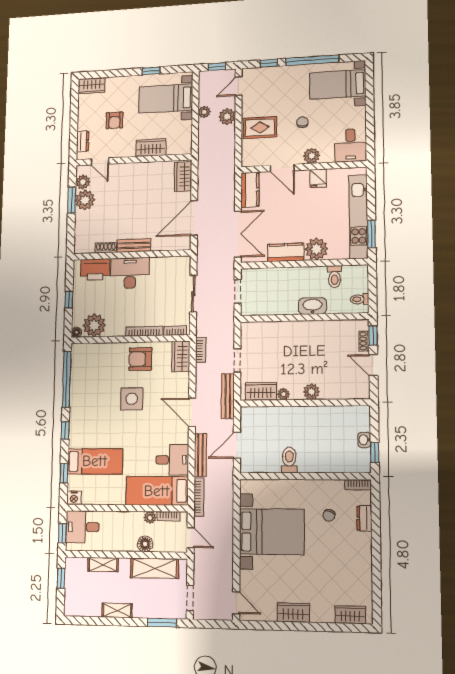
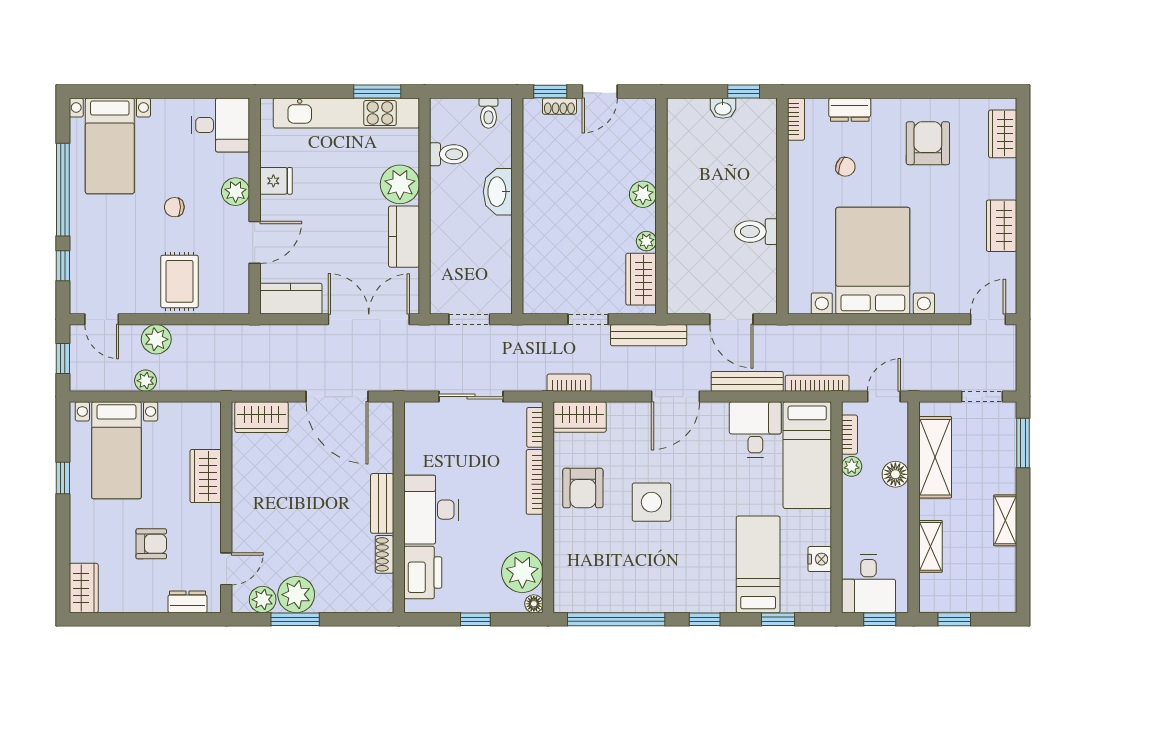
nightstand: (74, 498) -> (820, 559), moved
armchair: (344, 567) -> (928, 143), added

